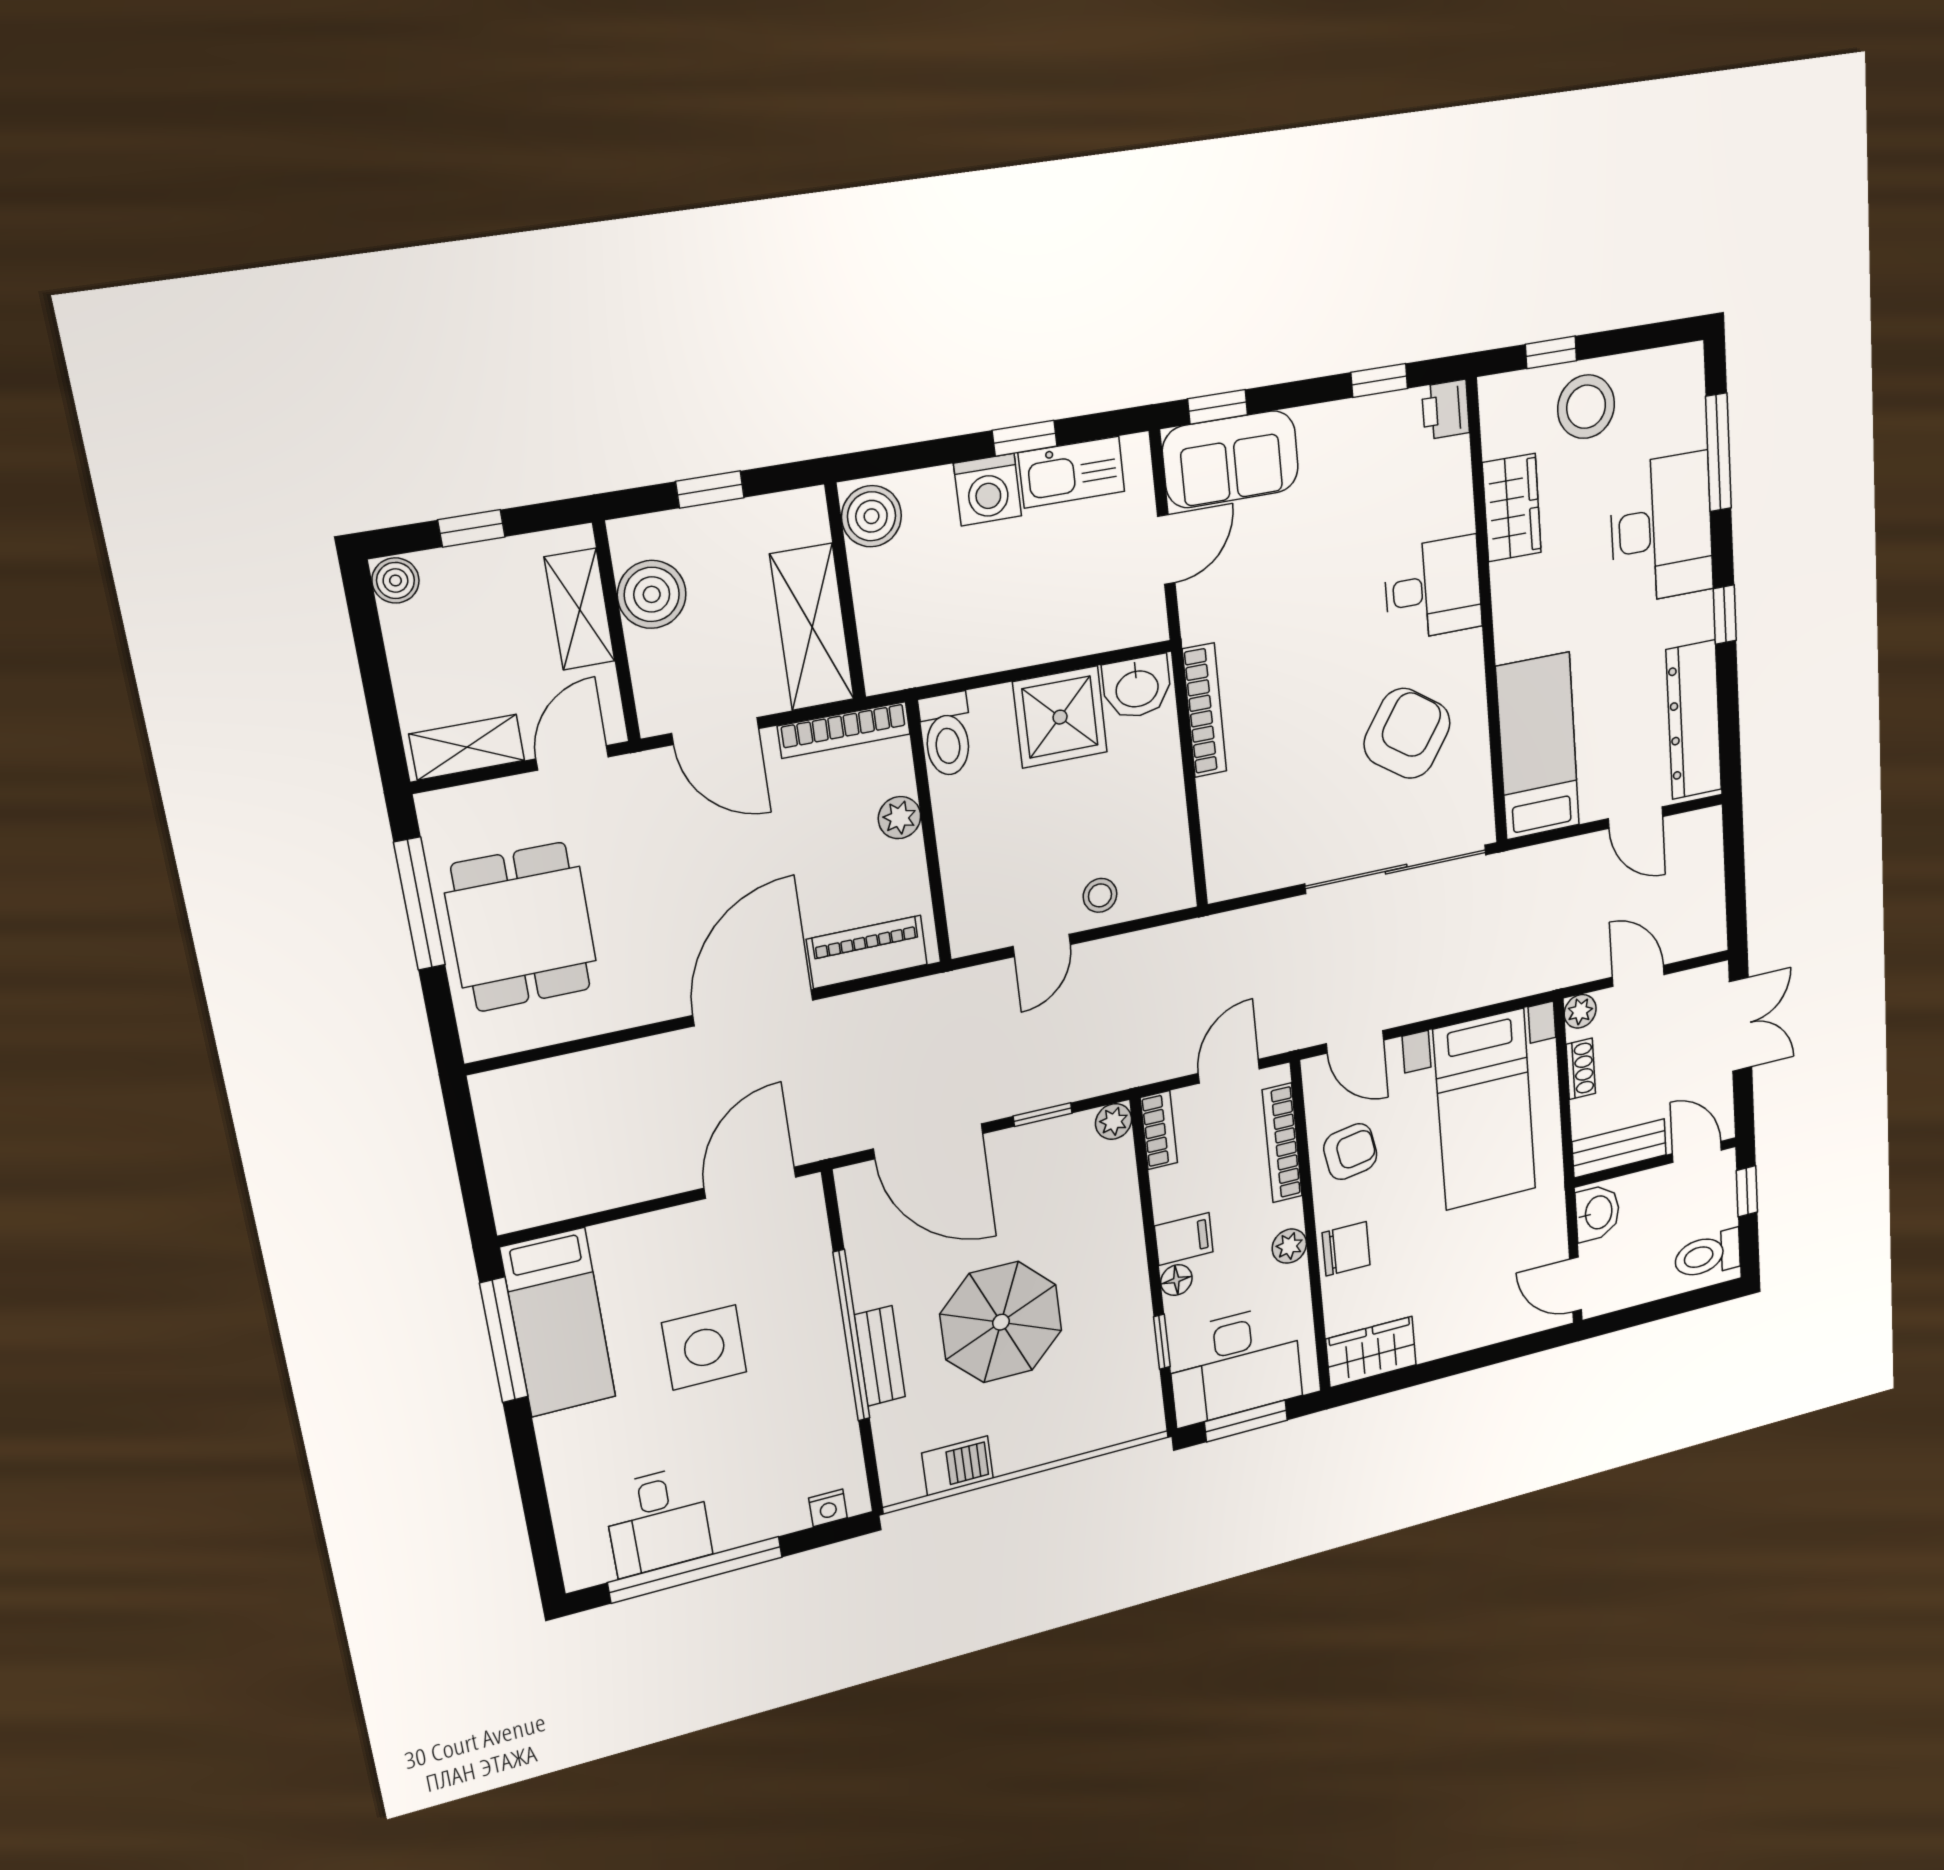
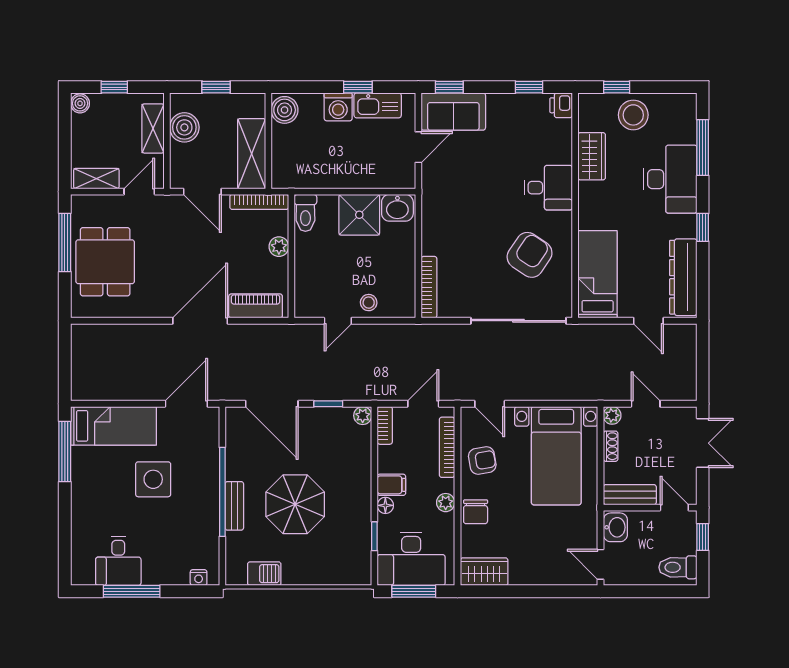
bookcase: (1205, 710) -> (429, 287), moved
chair: (1346, 1249) -> (476, 512), turned 90
bed: (558, 1323) -> (113, 426), moved, turned -90
window: (695, 1570) -> (132, 591), width x0.68

